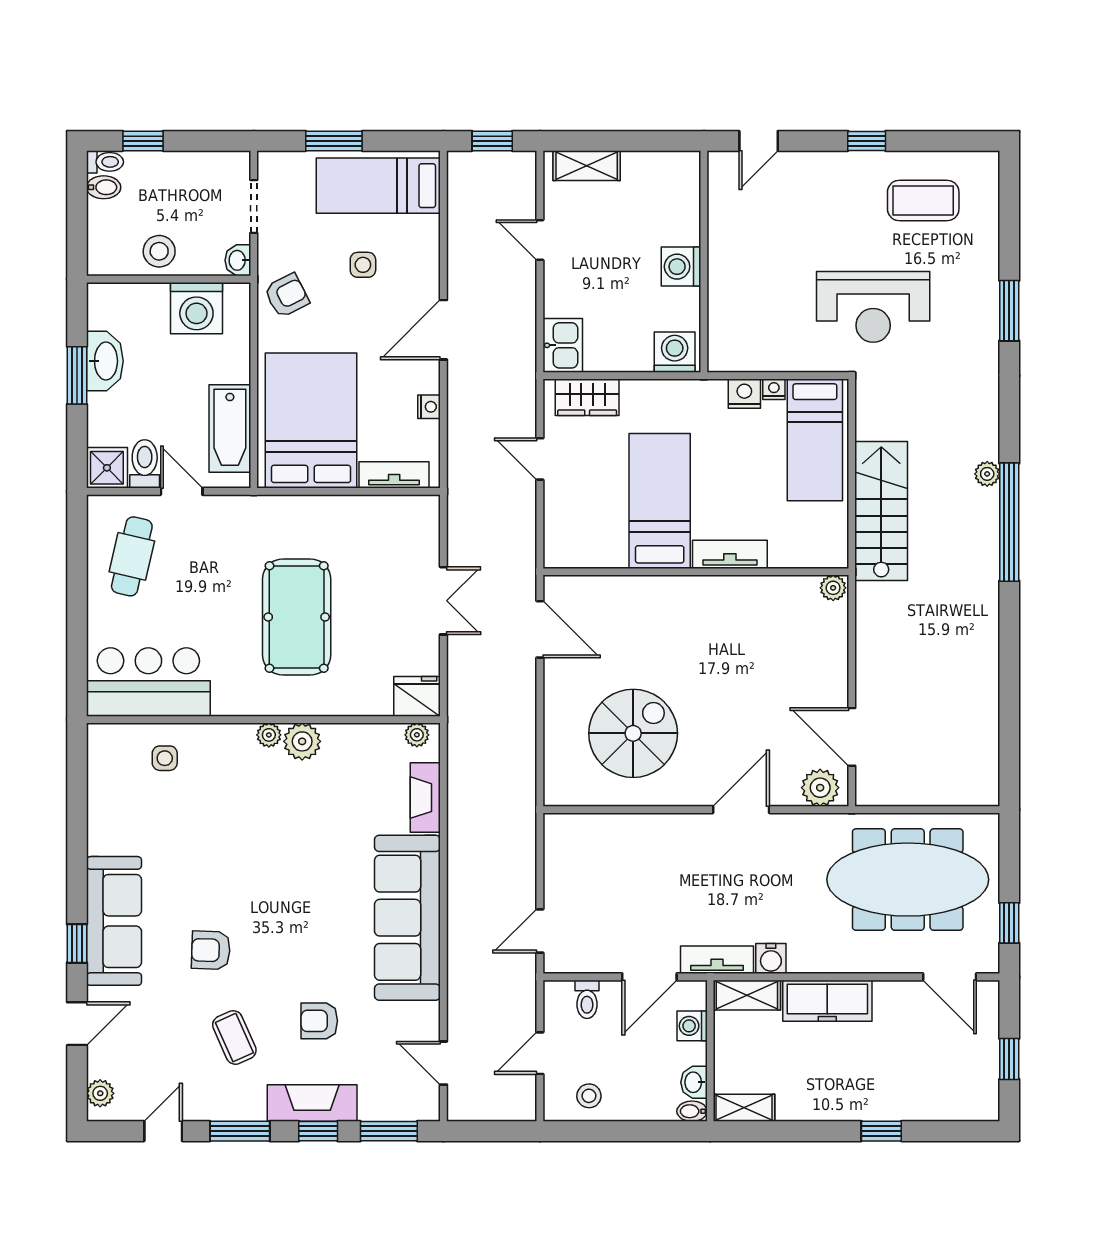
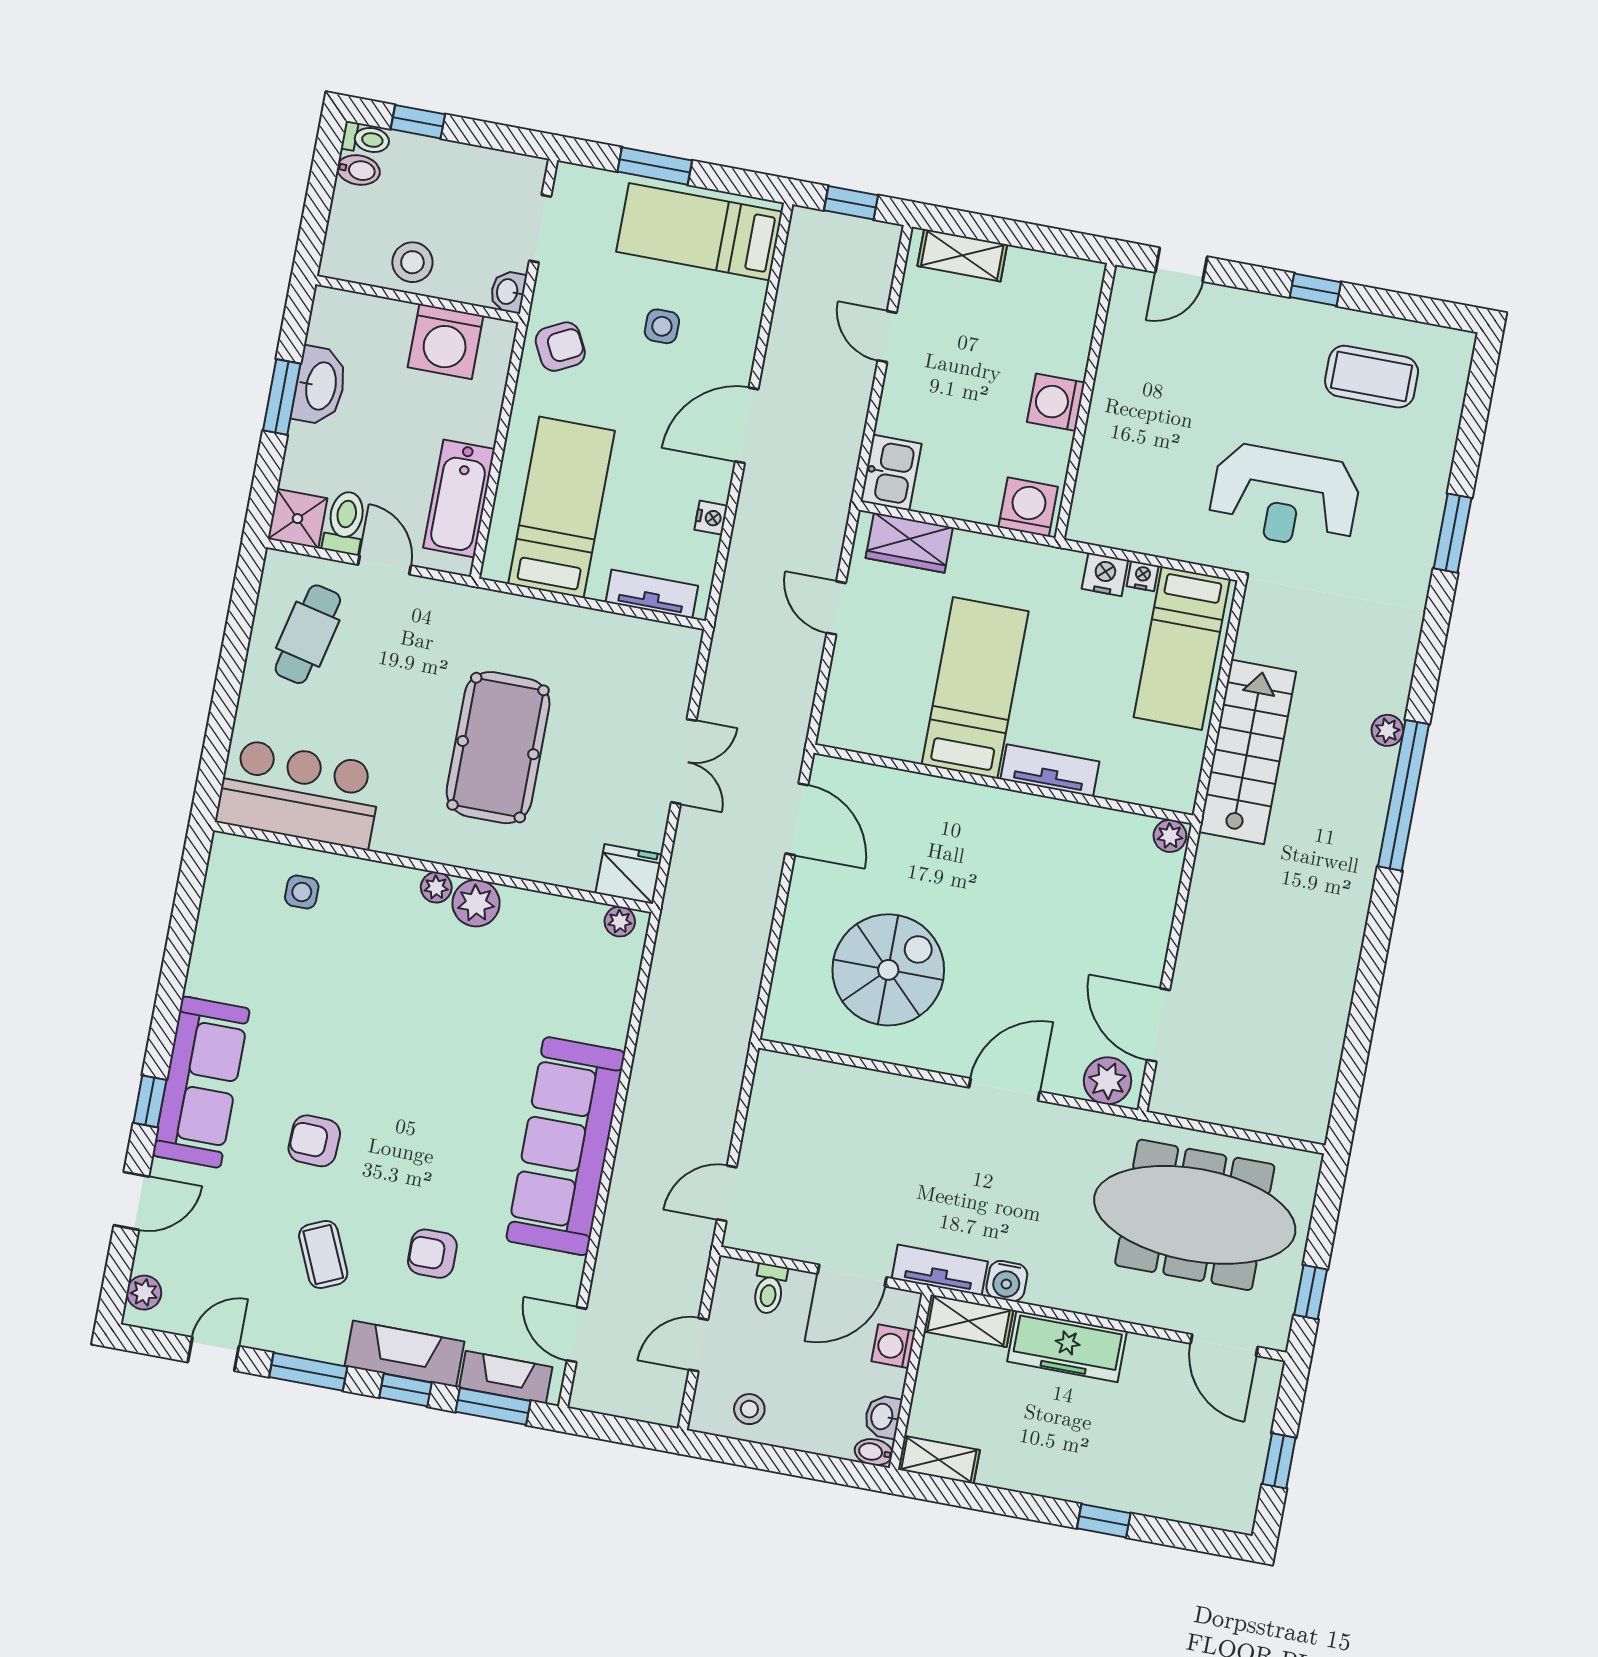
bed: (311, 421) -> (561, 507), width x0.67
fireplace: (425, 798) -> (506, 1377), moved, turned 90

